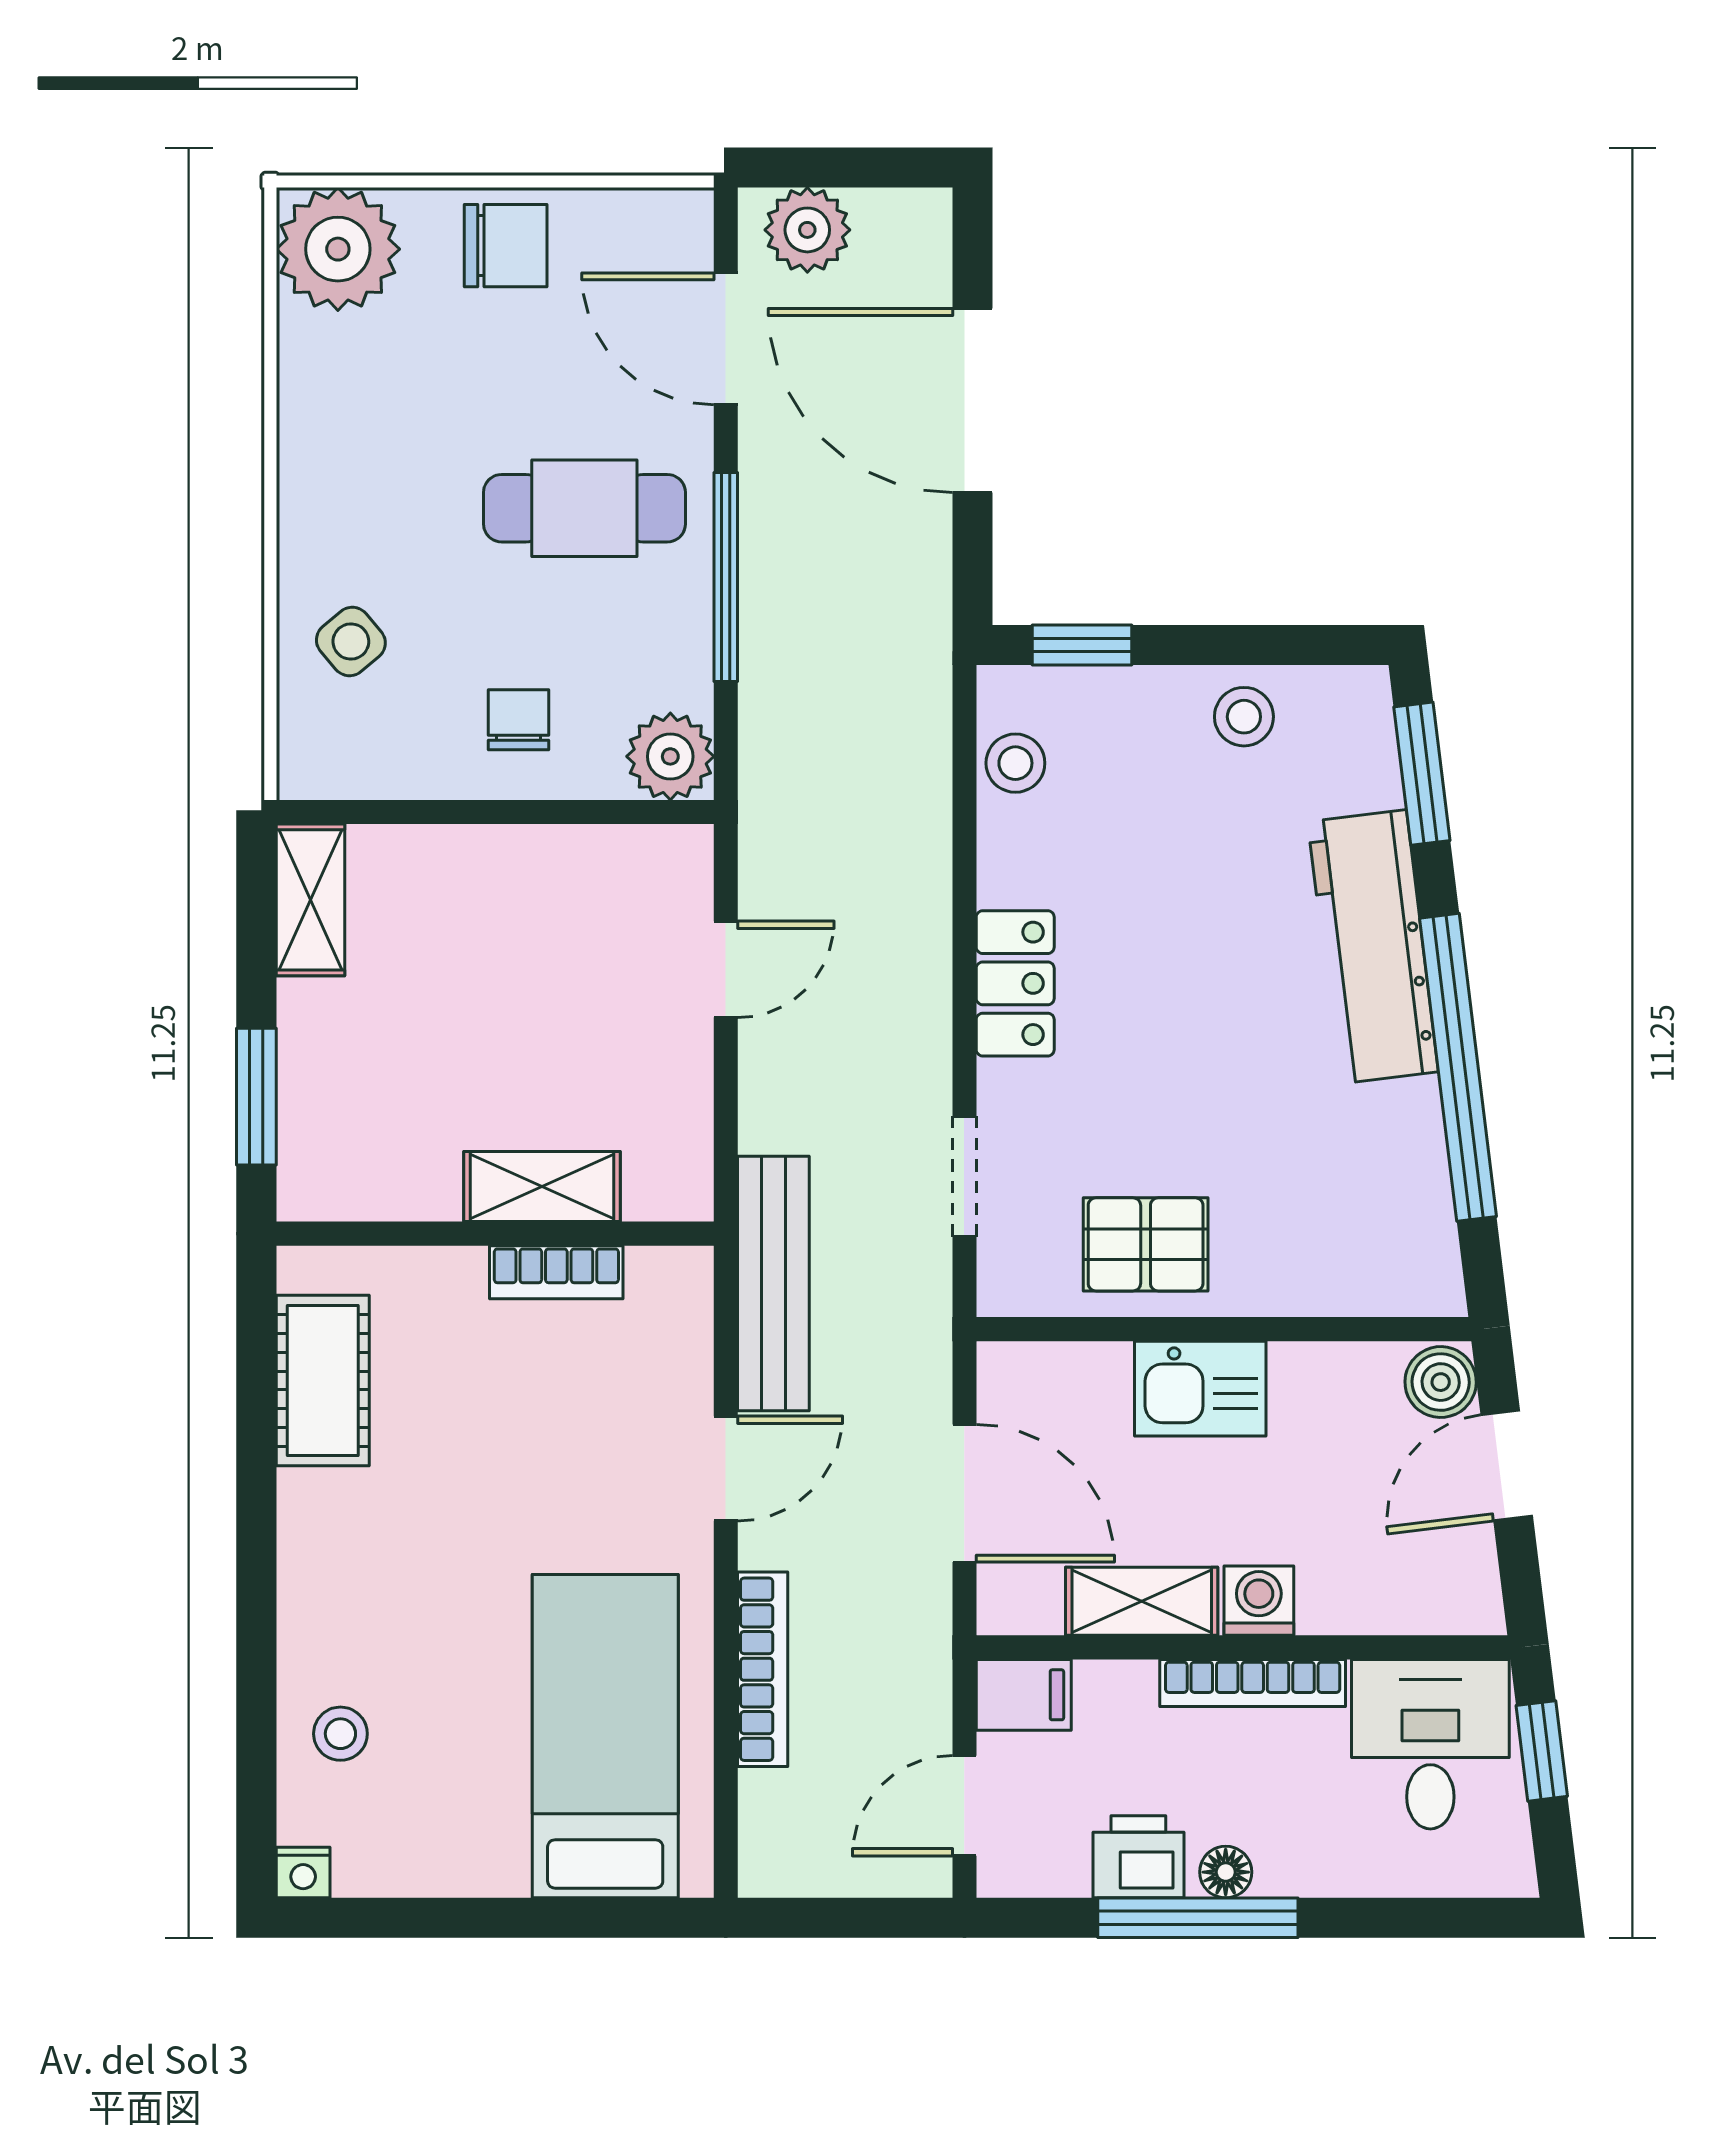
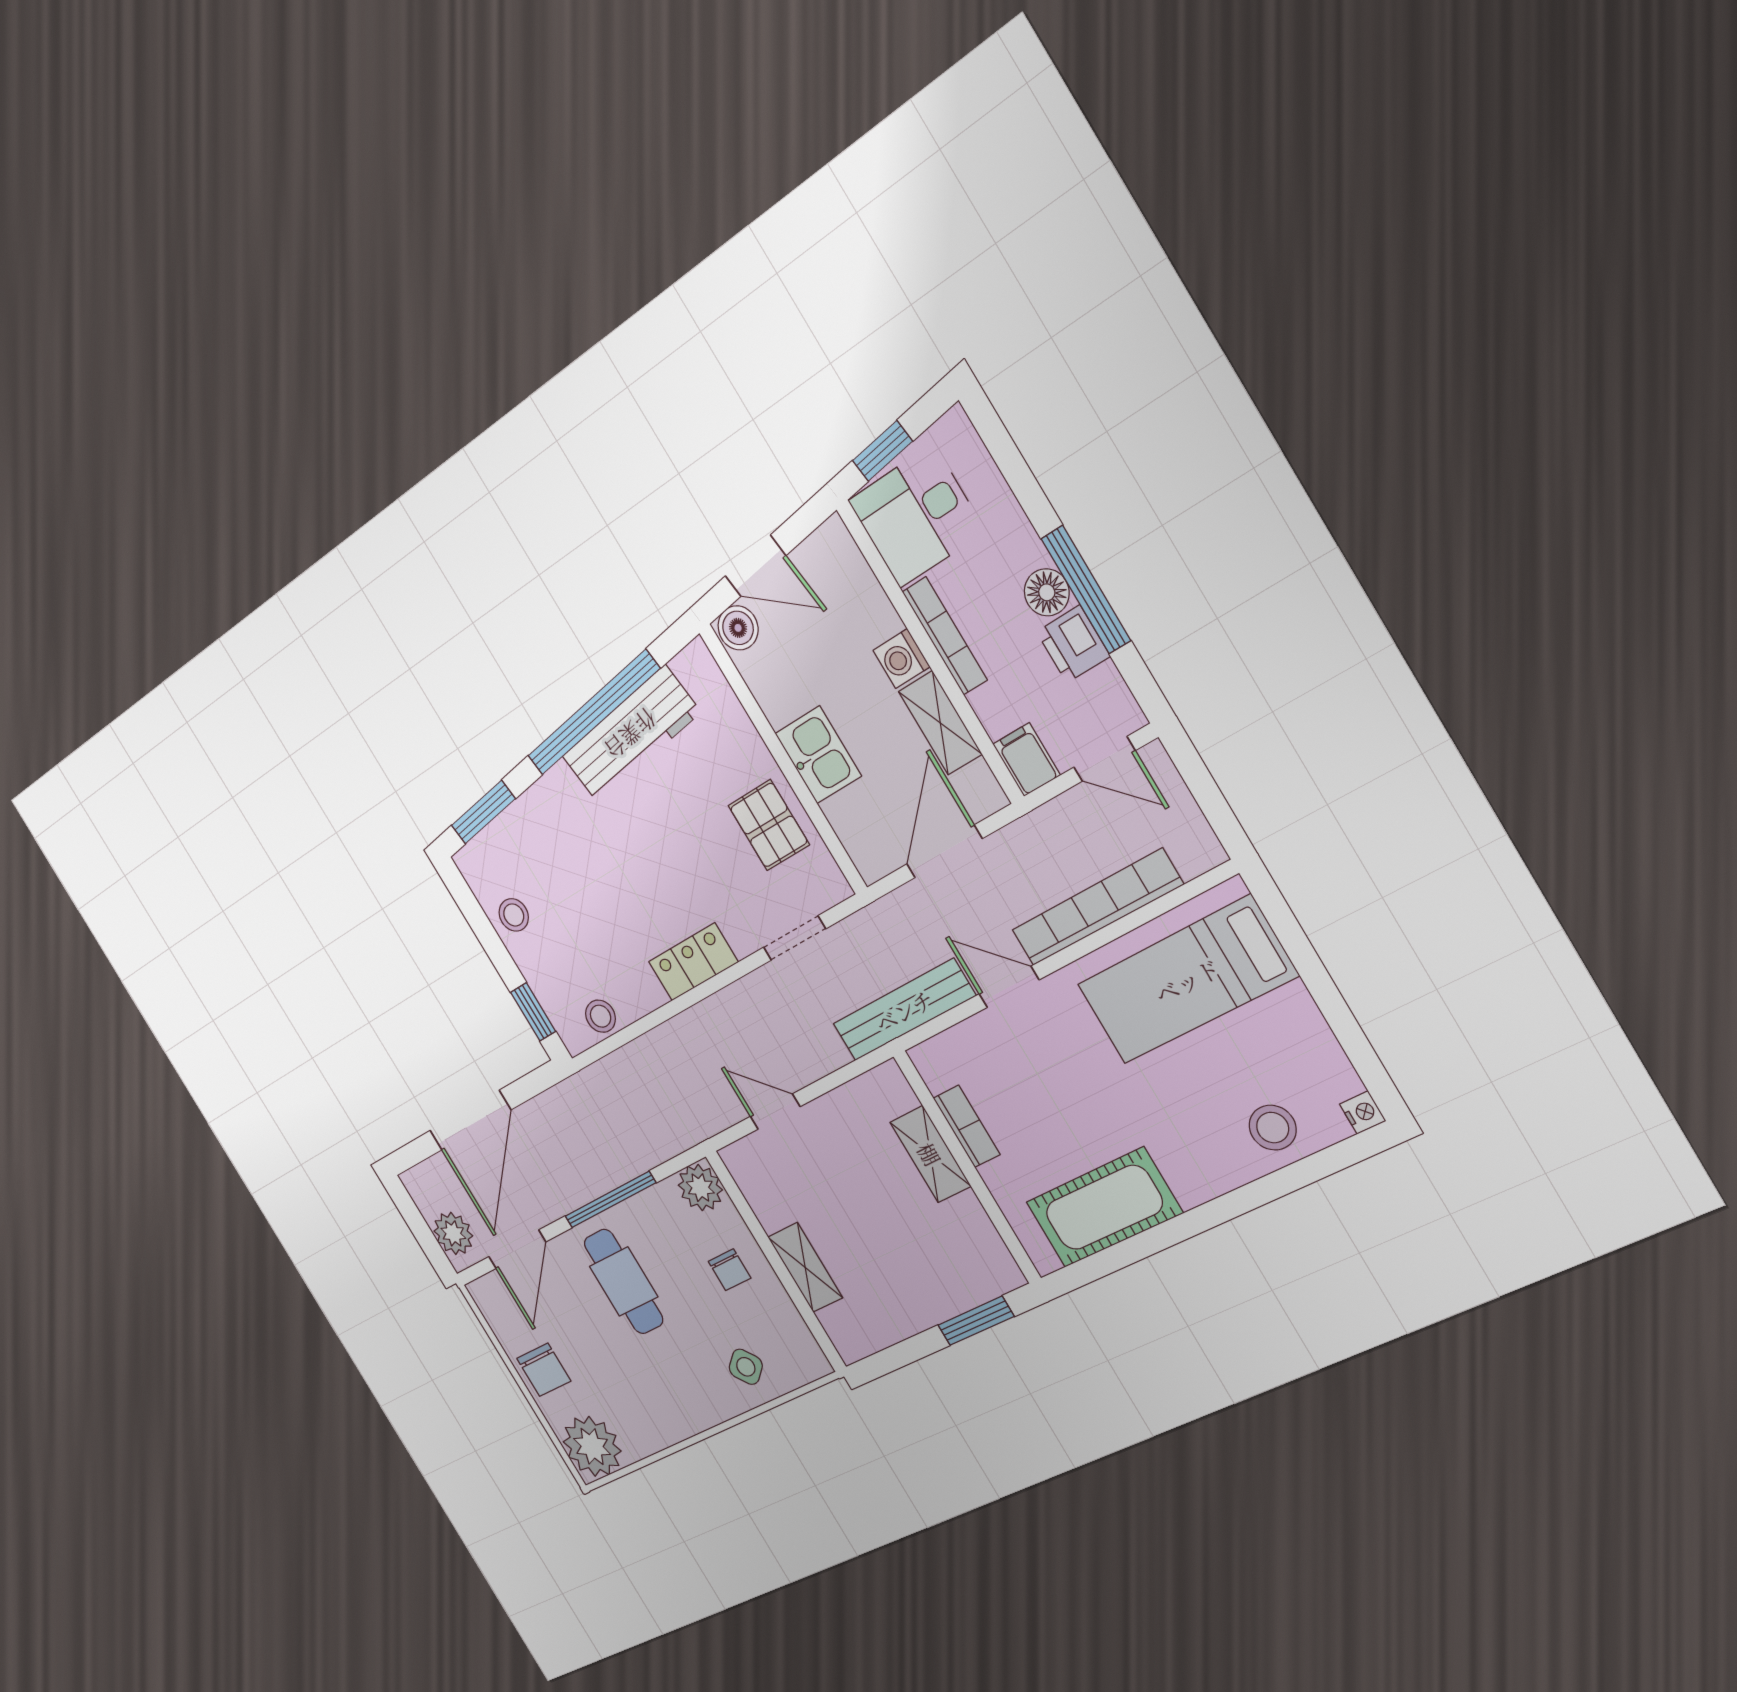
chair: (506, 246) -> (544, 1370), turned 180
chair: (518, 720) -> (730, 1270), turned -90
shelving: (310, 900) -> (805, 1267), moved, turned 90
workbench: (1373, 947) -> (631, 735), moved
cot: (323, 1381) -> (1104, 1208), width x1.37, depth x1.34
bookcase: (763, 1669) -> (1097, 907), width x1.48, depth x1.31
stool: (340, 1734) -> (1273, 1128), width x1.37, depth x1.37
floor lamp: (1226, 1872) -> (1047, 592), width x1.37, depth x1.37

